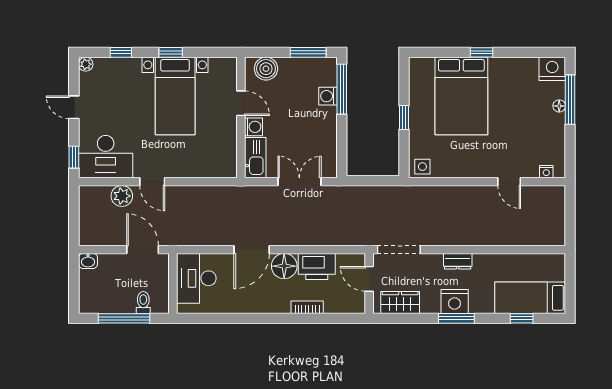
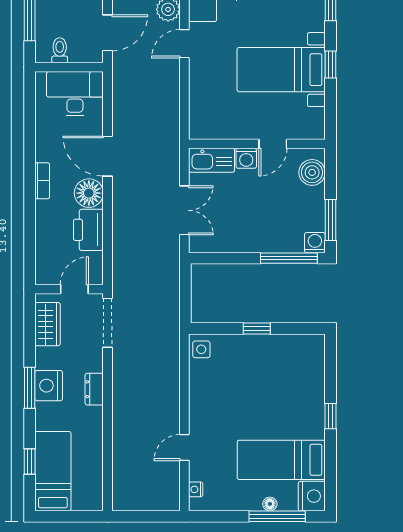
washing machine: (328, 96) -> (315, 243), moved
bed: (461, 96) -> (281, 460), moved, width x0.67
toilet: (143, 303) -> (60, 50), moved, turned -90
bookcase: (307, 307) -> (42, 181), moved

